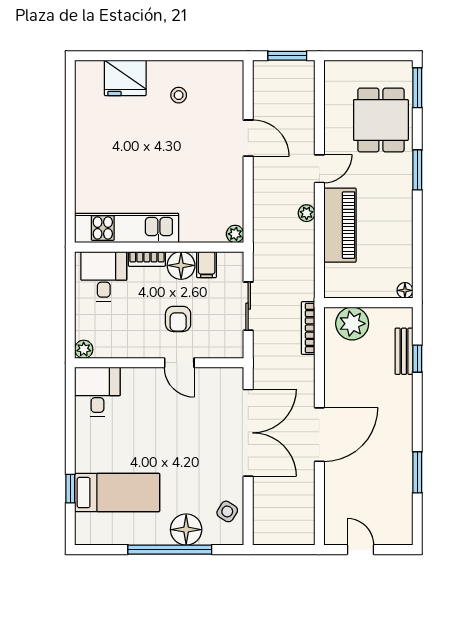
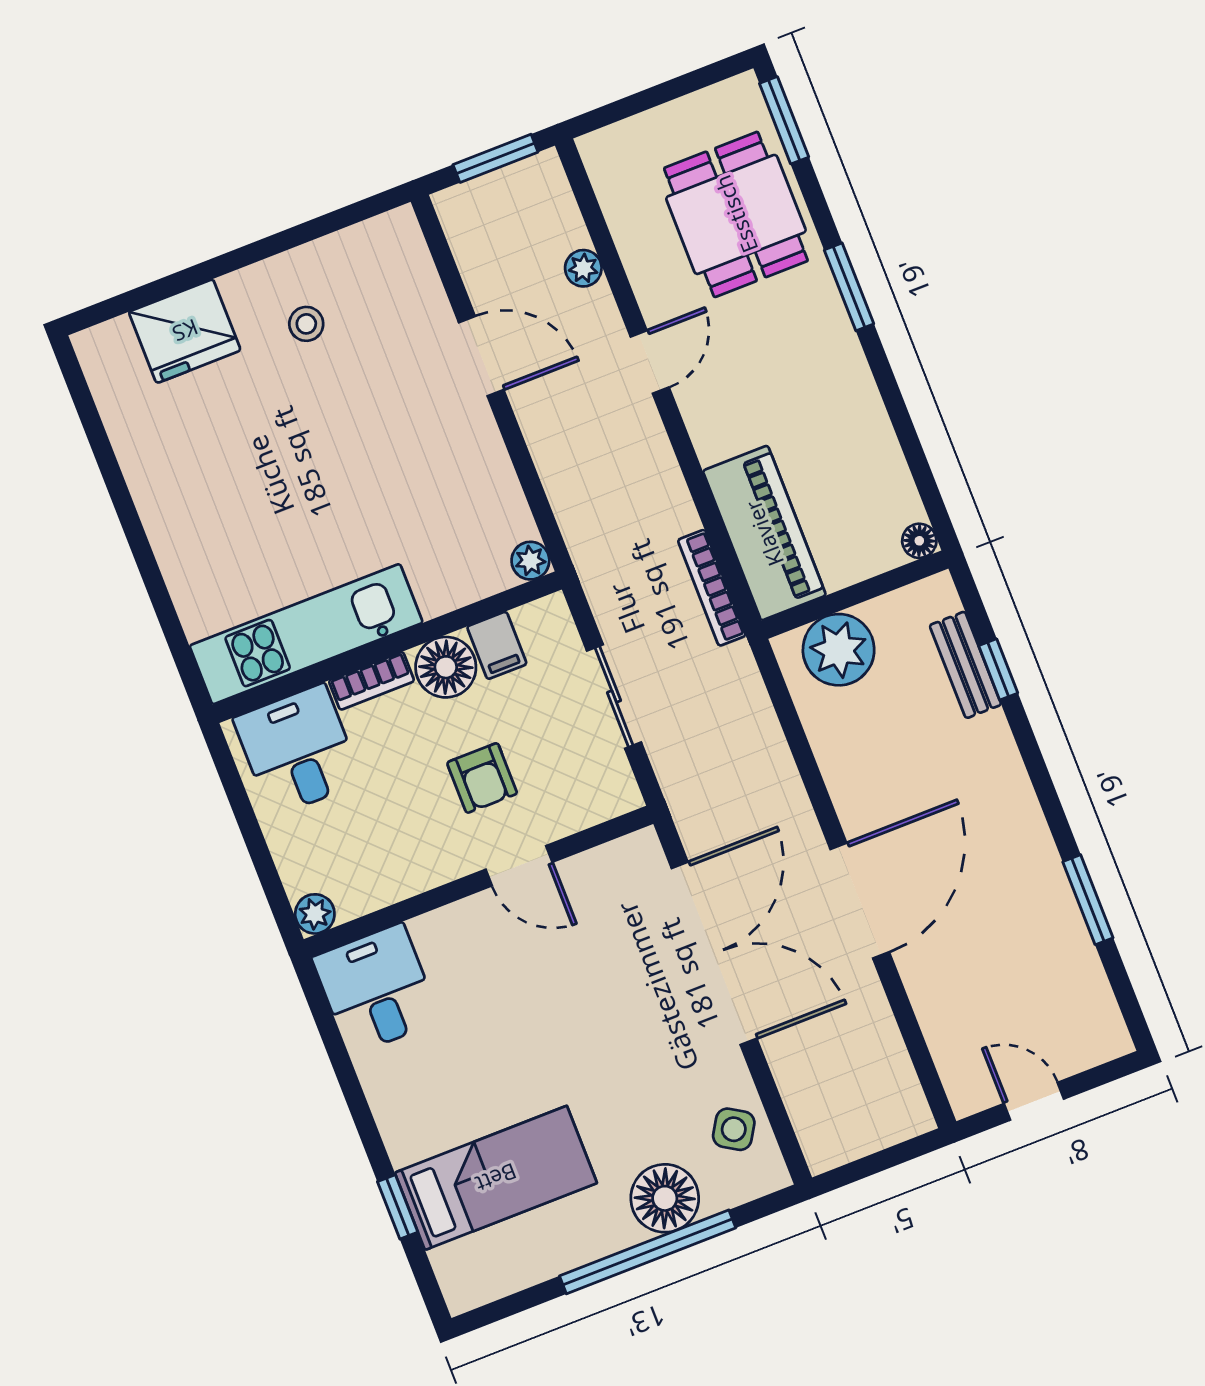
plant: (307, 213) -> (583, 268), moved
piano: (340, 225) -> (764, 533), moved
bookcase: (308, 328) -> (712, 588), moved

